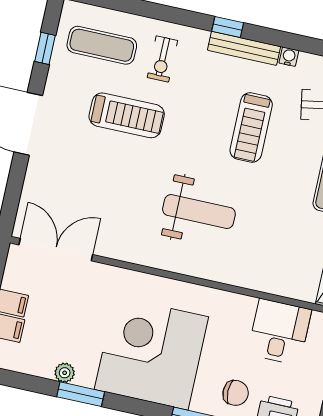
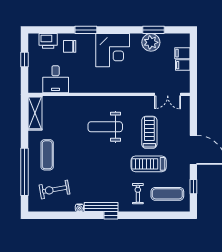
treadmill: (251, 127) -> (149, 132), moved
double door: (56, 250) -> (168, 94), width x0.73
corner desk: (151, 353) -> (113, 50), width x0.74, depth x0.74
plant: (65, 373) -> (151, 42), width x1.87, depth x1.87
window: (81, 394) -> (153, 30), moved

